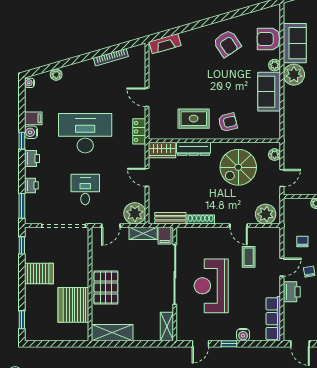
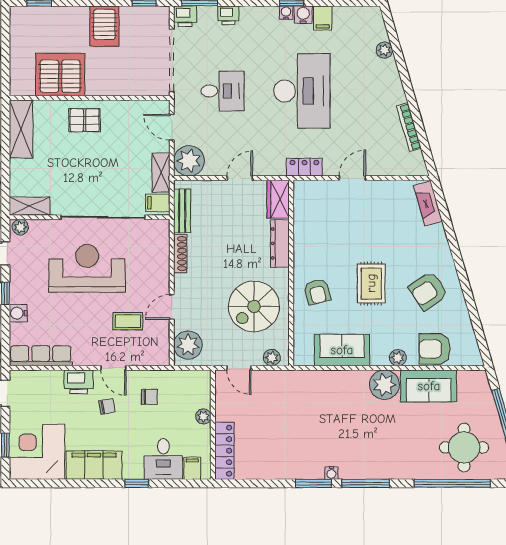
armchair: (268, 39) -> (435, 349), turned -90
water cooler: (29, 83) -> (286, 13), moved
sofa: (269, 92) -> (342, 350), moved
rug: (194, 119) -> (371, 283), moved
printer: (32, 158) -> (185, 16), moved
spiral stairs: (238, 167) -> (254, 306), turned -90
pallet: (106, 288) -> (85, 120), width x0.67, depth x0.71
plant: (182, 333) -> (20, 227), added

